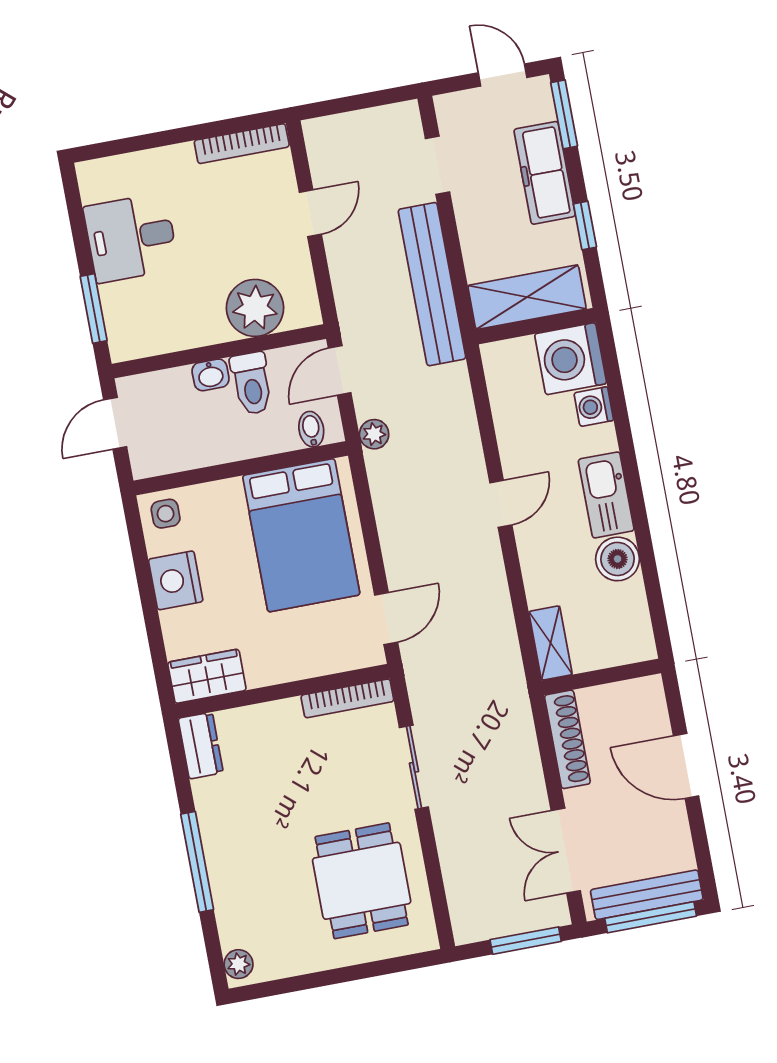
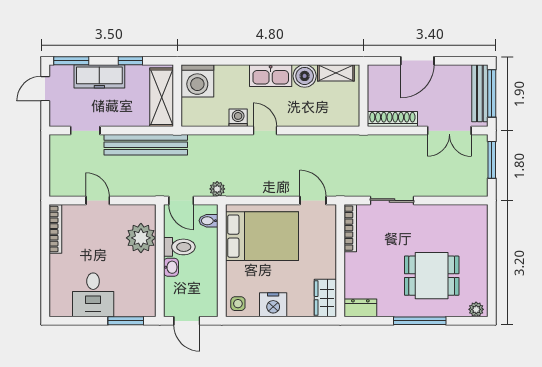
washing machine: (594, 407) -> (238, 118), moved, turned 180
shelving: (551, 643) -> (336, 73), moved
dining table: (362, 881) -> (432, 276), moved

